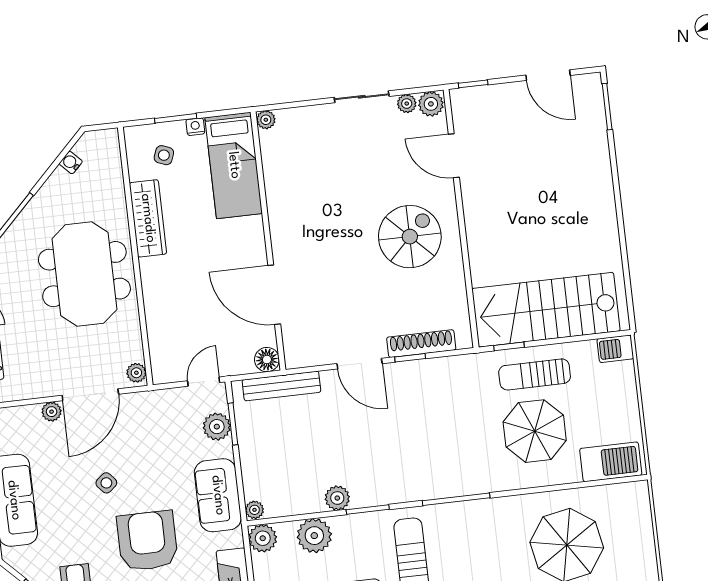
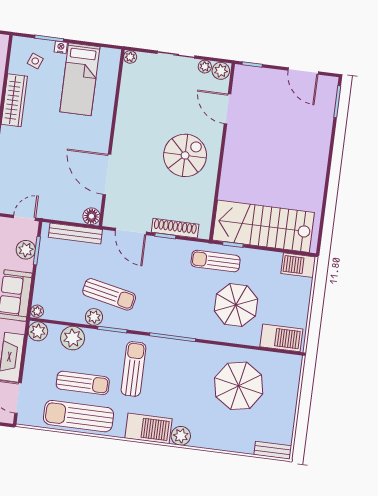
plant: (266, 120) -> (130, 57), moved
wall: (268, 241) -> (112, 138), moved
door: (274, 295) -> (107, 174), moved
barbecue: (615, 349) -> (298, 265), width x1.38, depth x1.27
floor lamp: (267, 360) -> (91, 216), moved
sun lounger: (535, 374) -> (216, 261), moved
sun lounger: (351, 461) -> (109, 294), added

